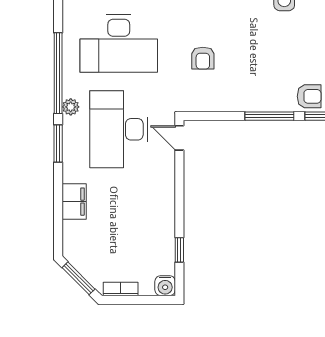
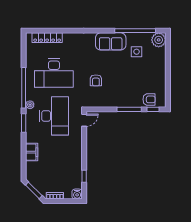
desk: (119, 129) -> (54, 116), turned 180
door: (179, 138) -> (84, 120), swing flipped

